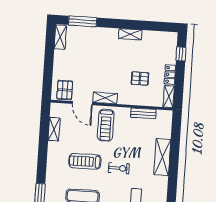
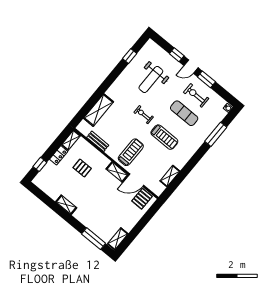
door: (82, 103) -> (136, 180), swing flipped
shelving: (162, 157) -> (99, 110), moved

